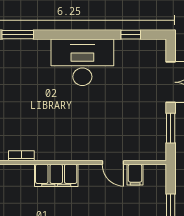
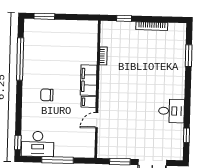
desk: (82, 62) -> (171, 111), width x0.53, depth x0.77
filing cabinet: (135, 175) -> (89, 102), moved

